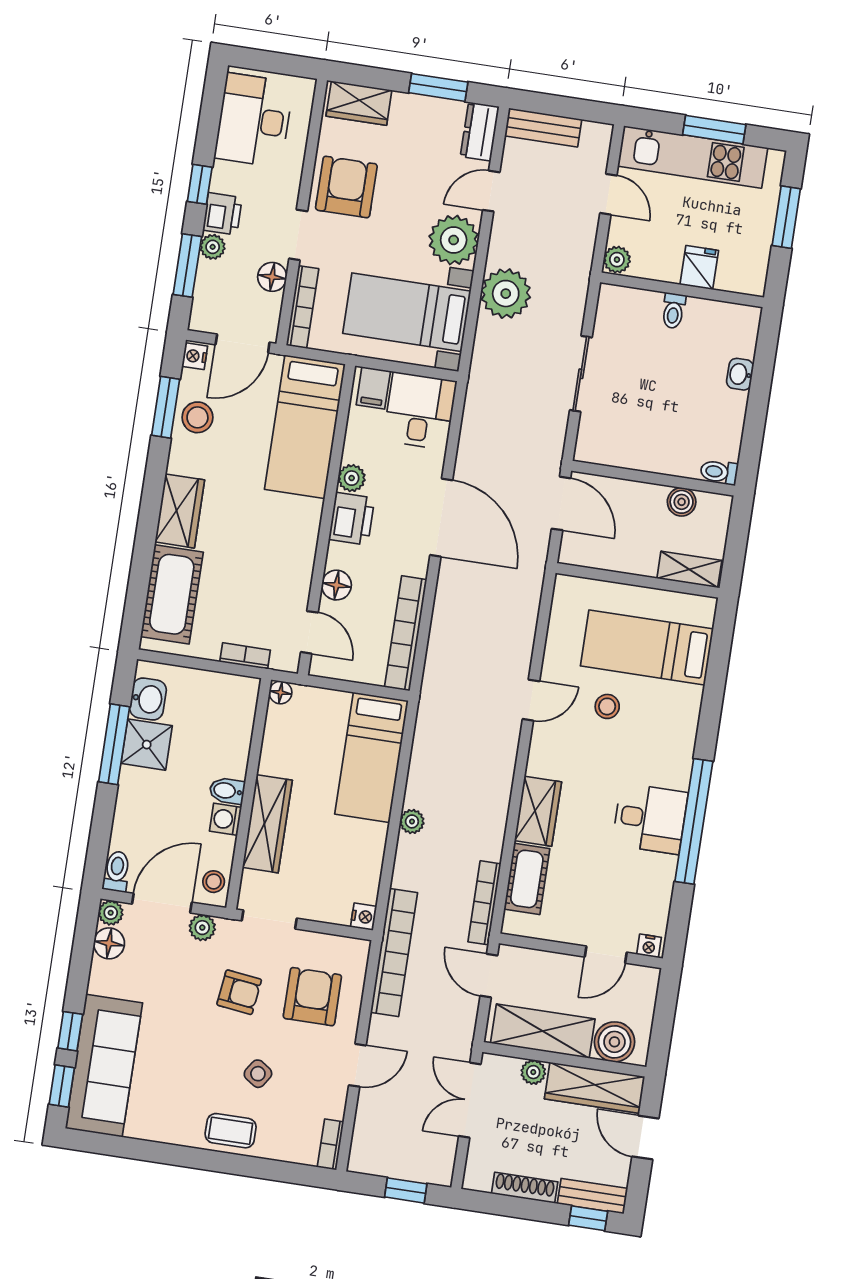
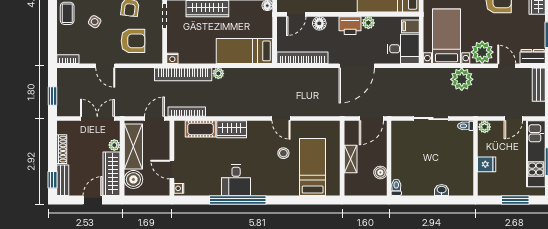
toilet: (673, 311) -> (466, 126), moved
shelving: (689, 569) -> (351, 159), moved
bookcase: (394, 952) -> (183, 74), moved

